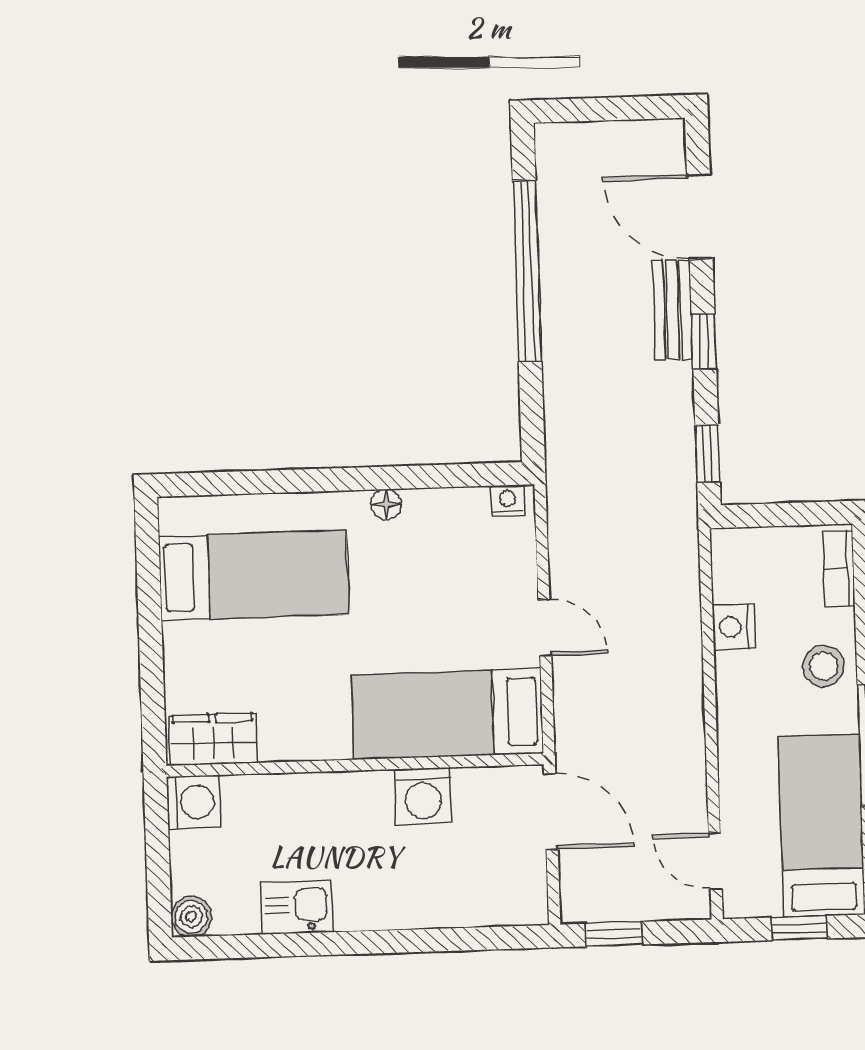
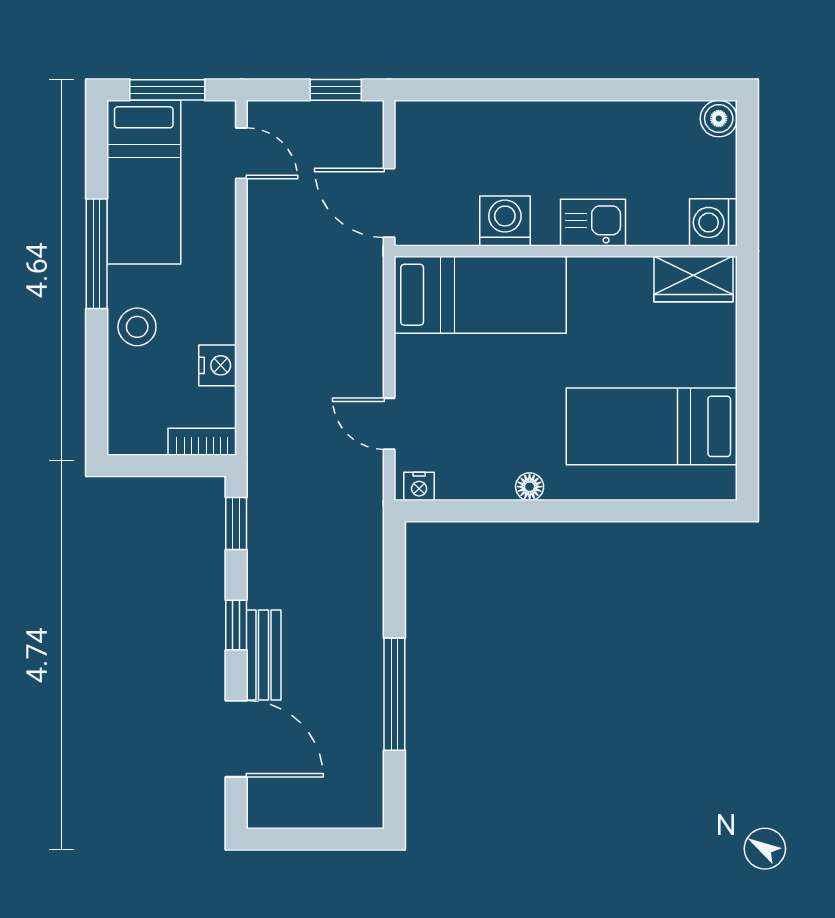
window: (527, 271) -> (394, 694), width x0.68
bookcase: (839, 568) -> (202, 442), moved, turned -90
door: (545, 628) -> (389, 424), moved
kitchen sink: (297, 907) -> (593, 223), moved, turned 180
window: (799, 928) -> (167, 90), width x1.50

